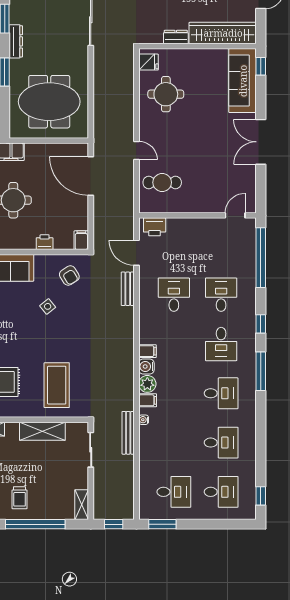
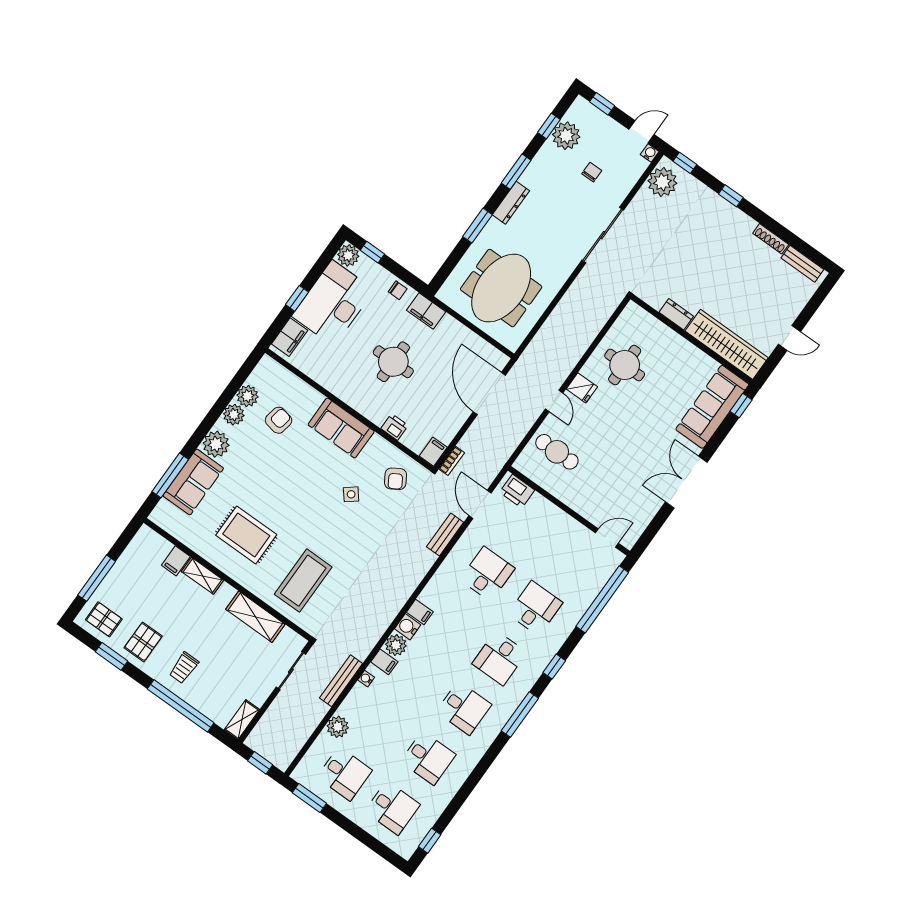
fridge: (148, 62) -> (582, 388), moved
meeting table: (49, 102) -> (501, 288), turned 90
bookcase: (98, 238) -> (452, 461), added
plant: (148, 464) -> (338, 727), added

